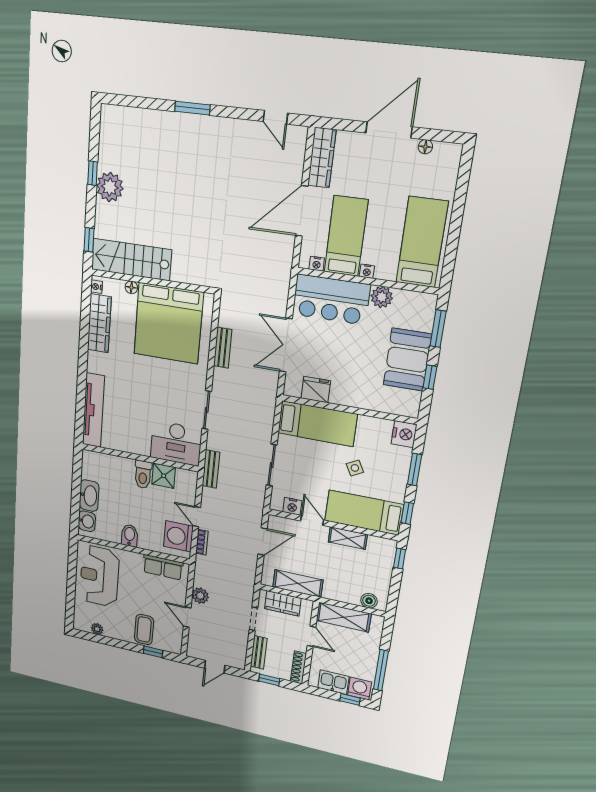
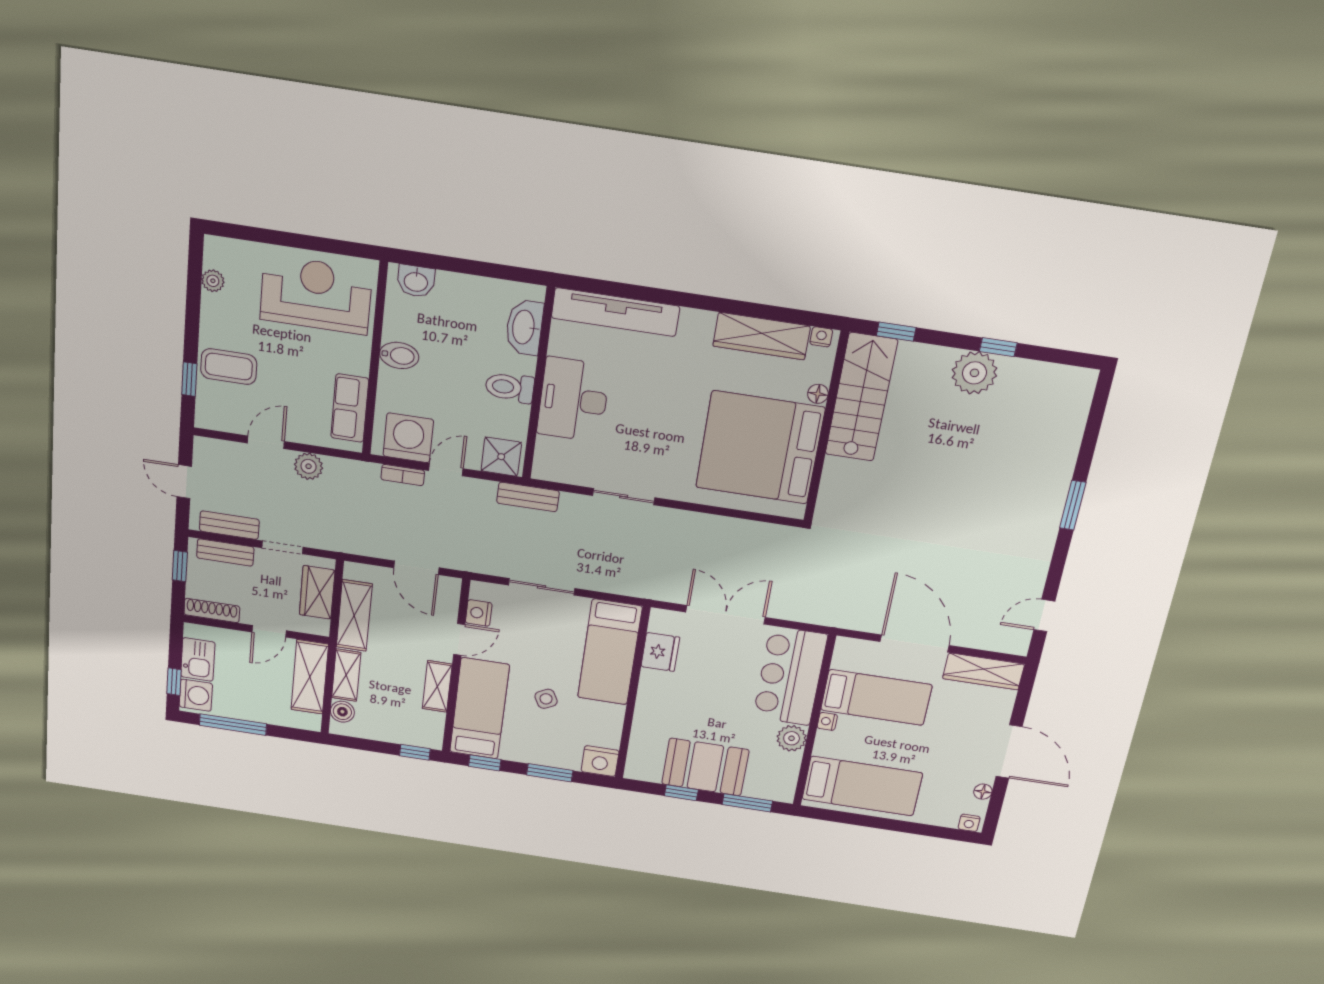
nightstand: (317, 264) -> (969, 823), moved, turned -90
bench: (223, 348) -> (229, 525), moved
desk: (176, 443) -> (573, 400), moved
shower: (164, 476) -> (501, 457), moved
washbasin: (89, 496) -> (524, 327), moved, turned 90
shelving: (341, 594) -> (346, 675), added

